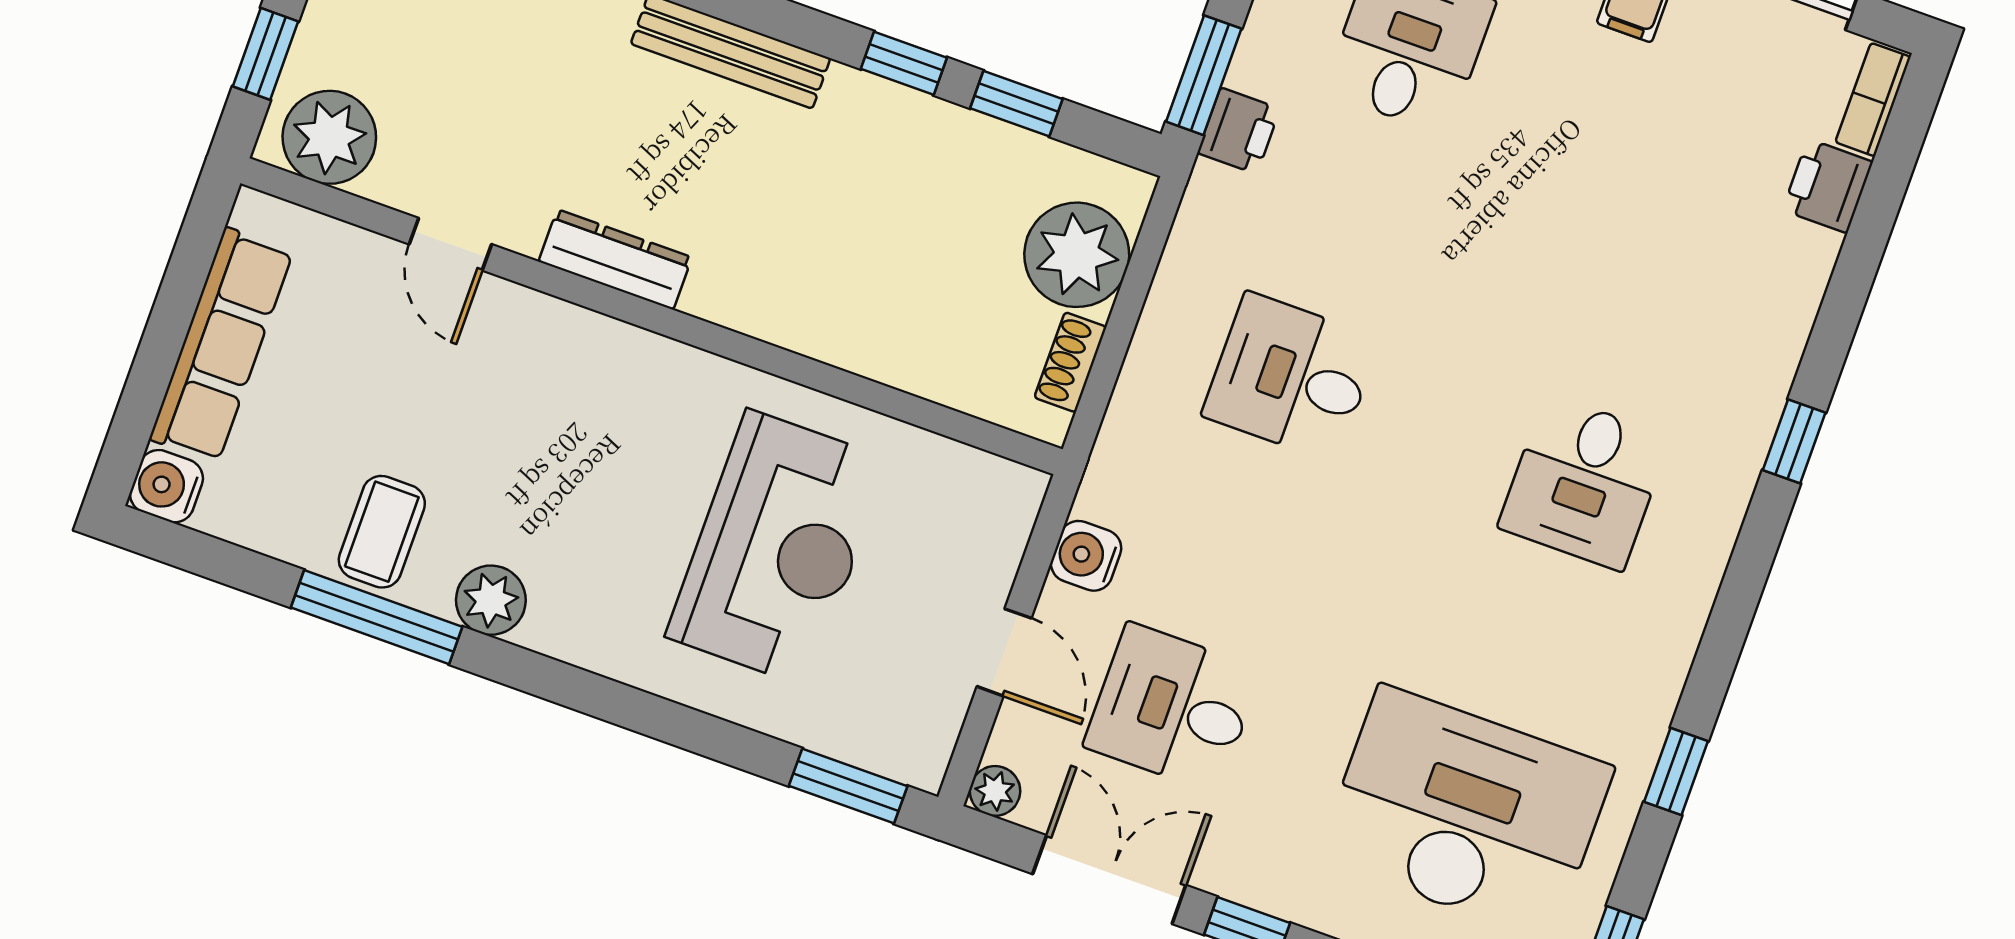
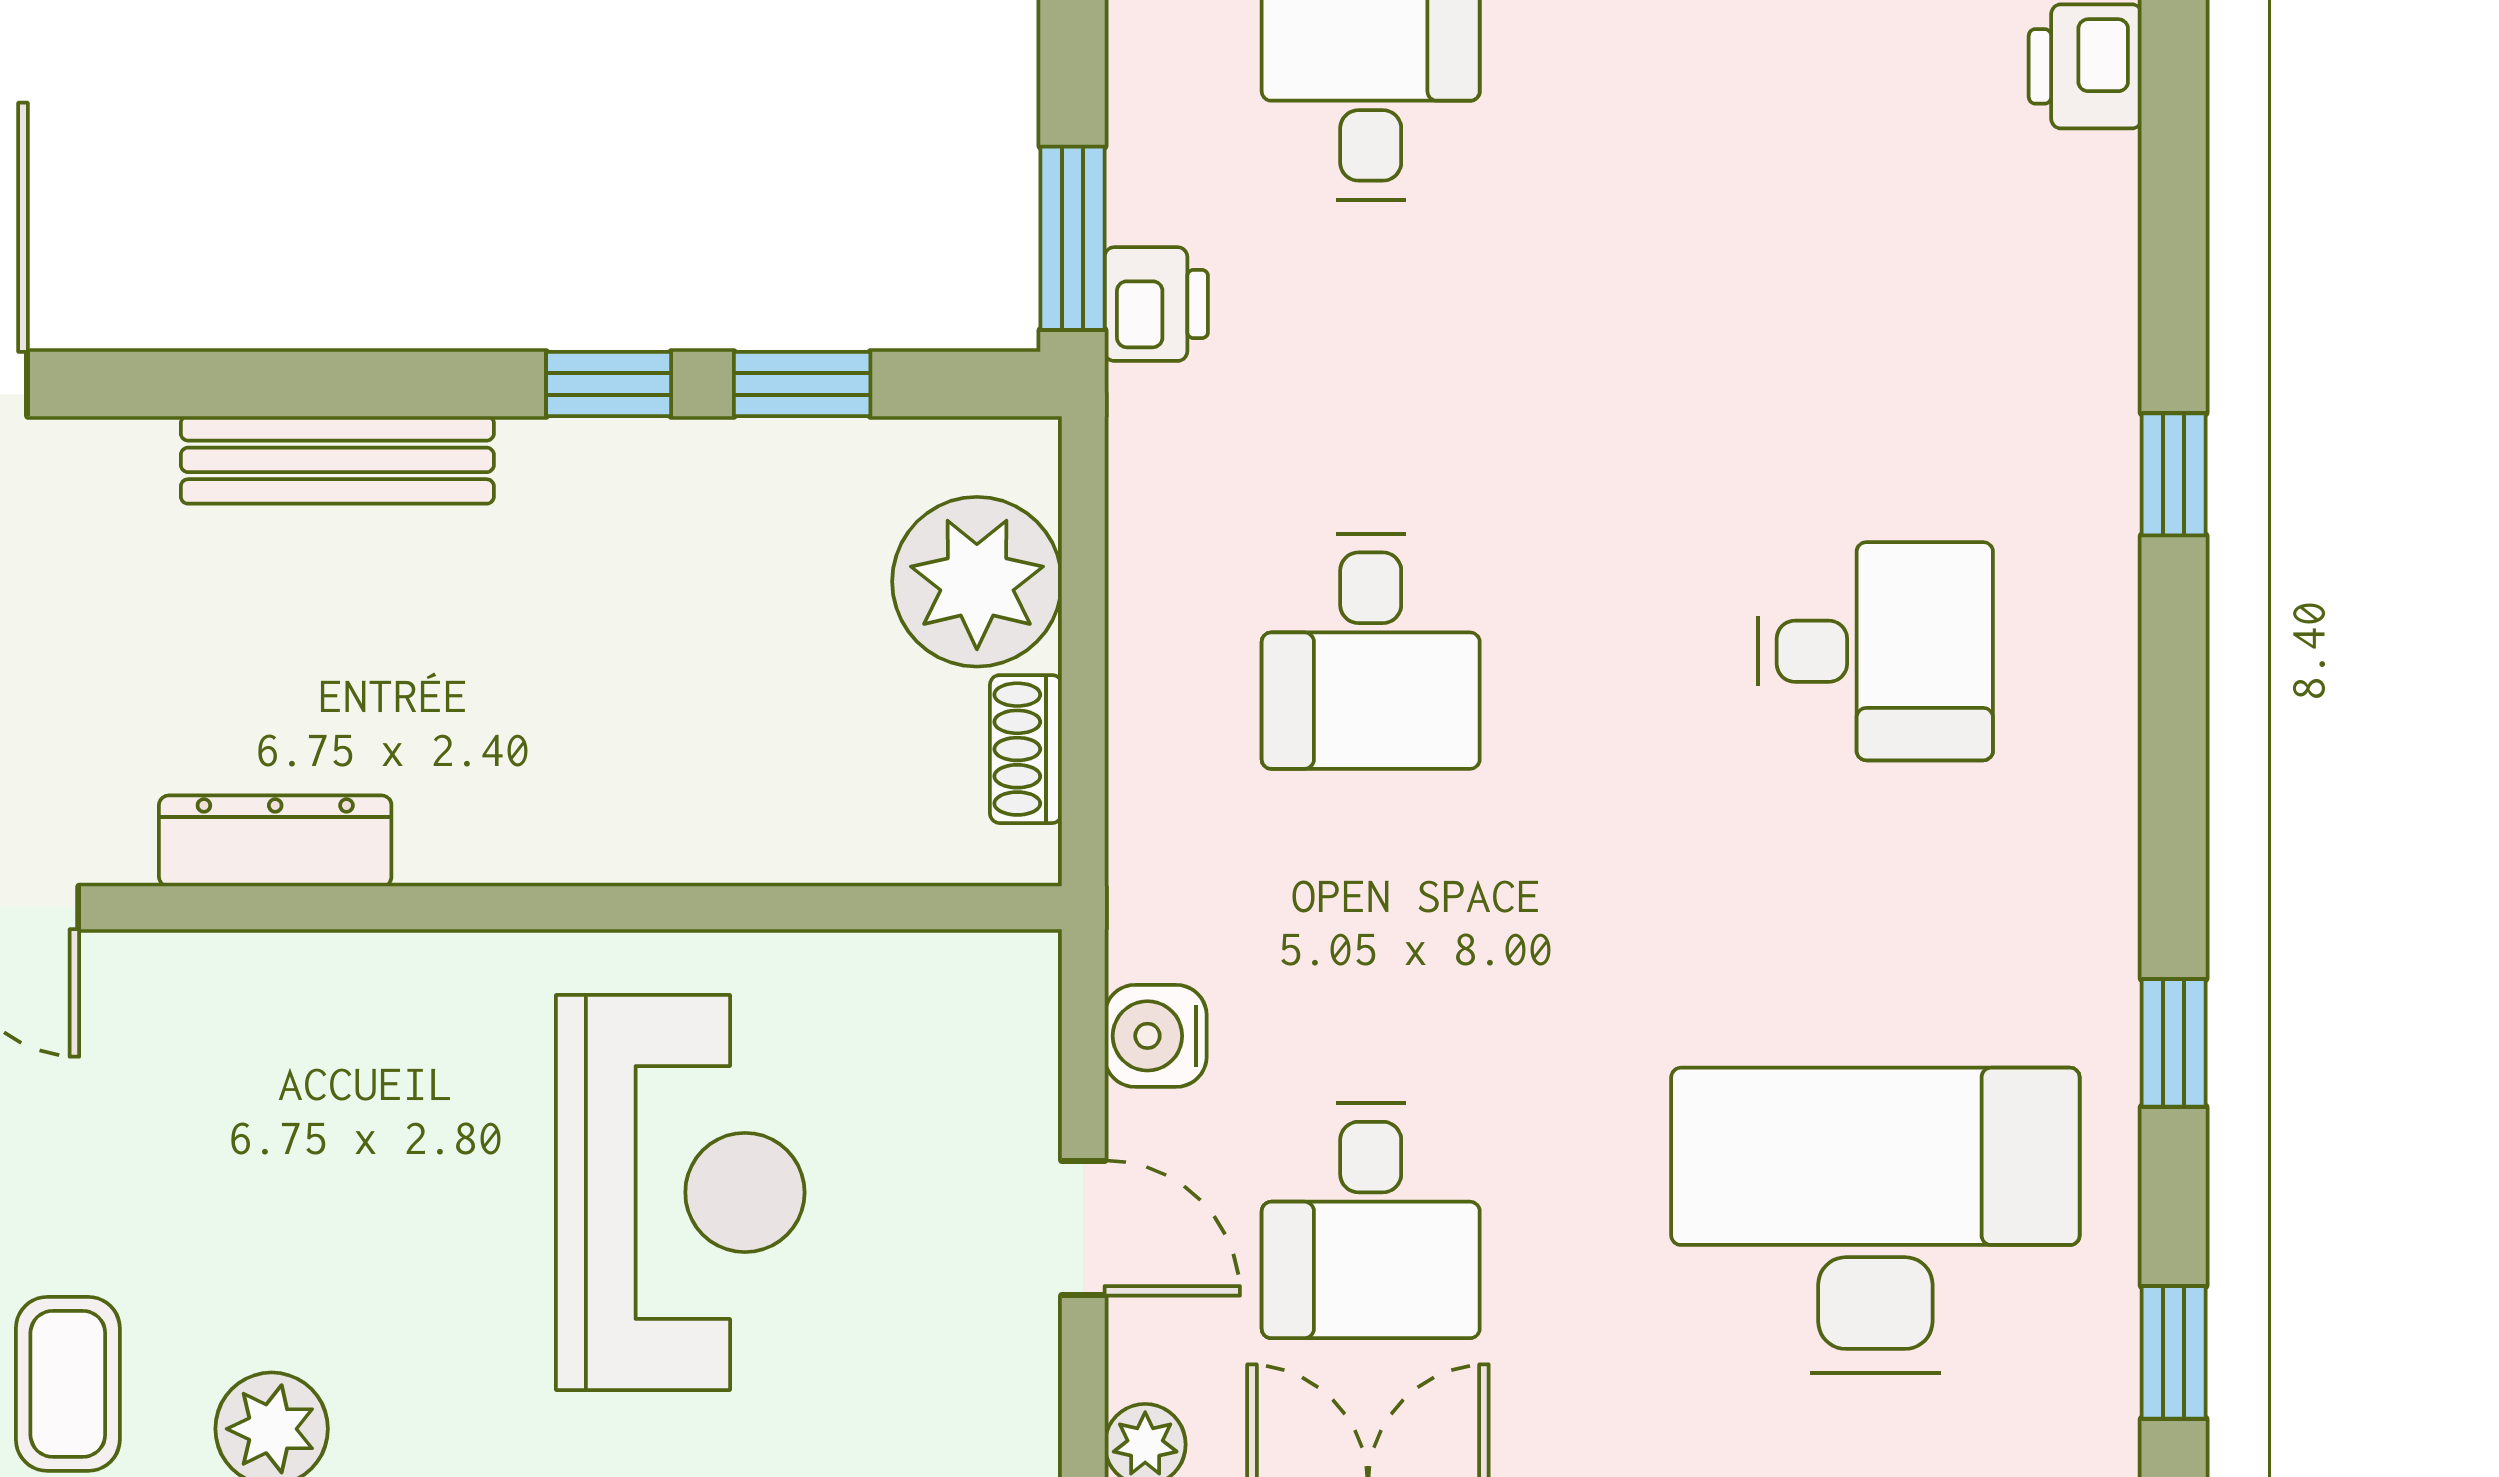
desk: (1291, 377) -> (1371, 651), turned -90
desk: (1584, 482) -> (1875, 651), turned -90
desk: (1173, 708) -> (1371, 1221), turned -90

